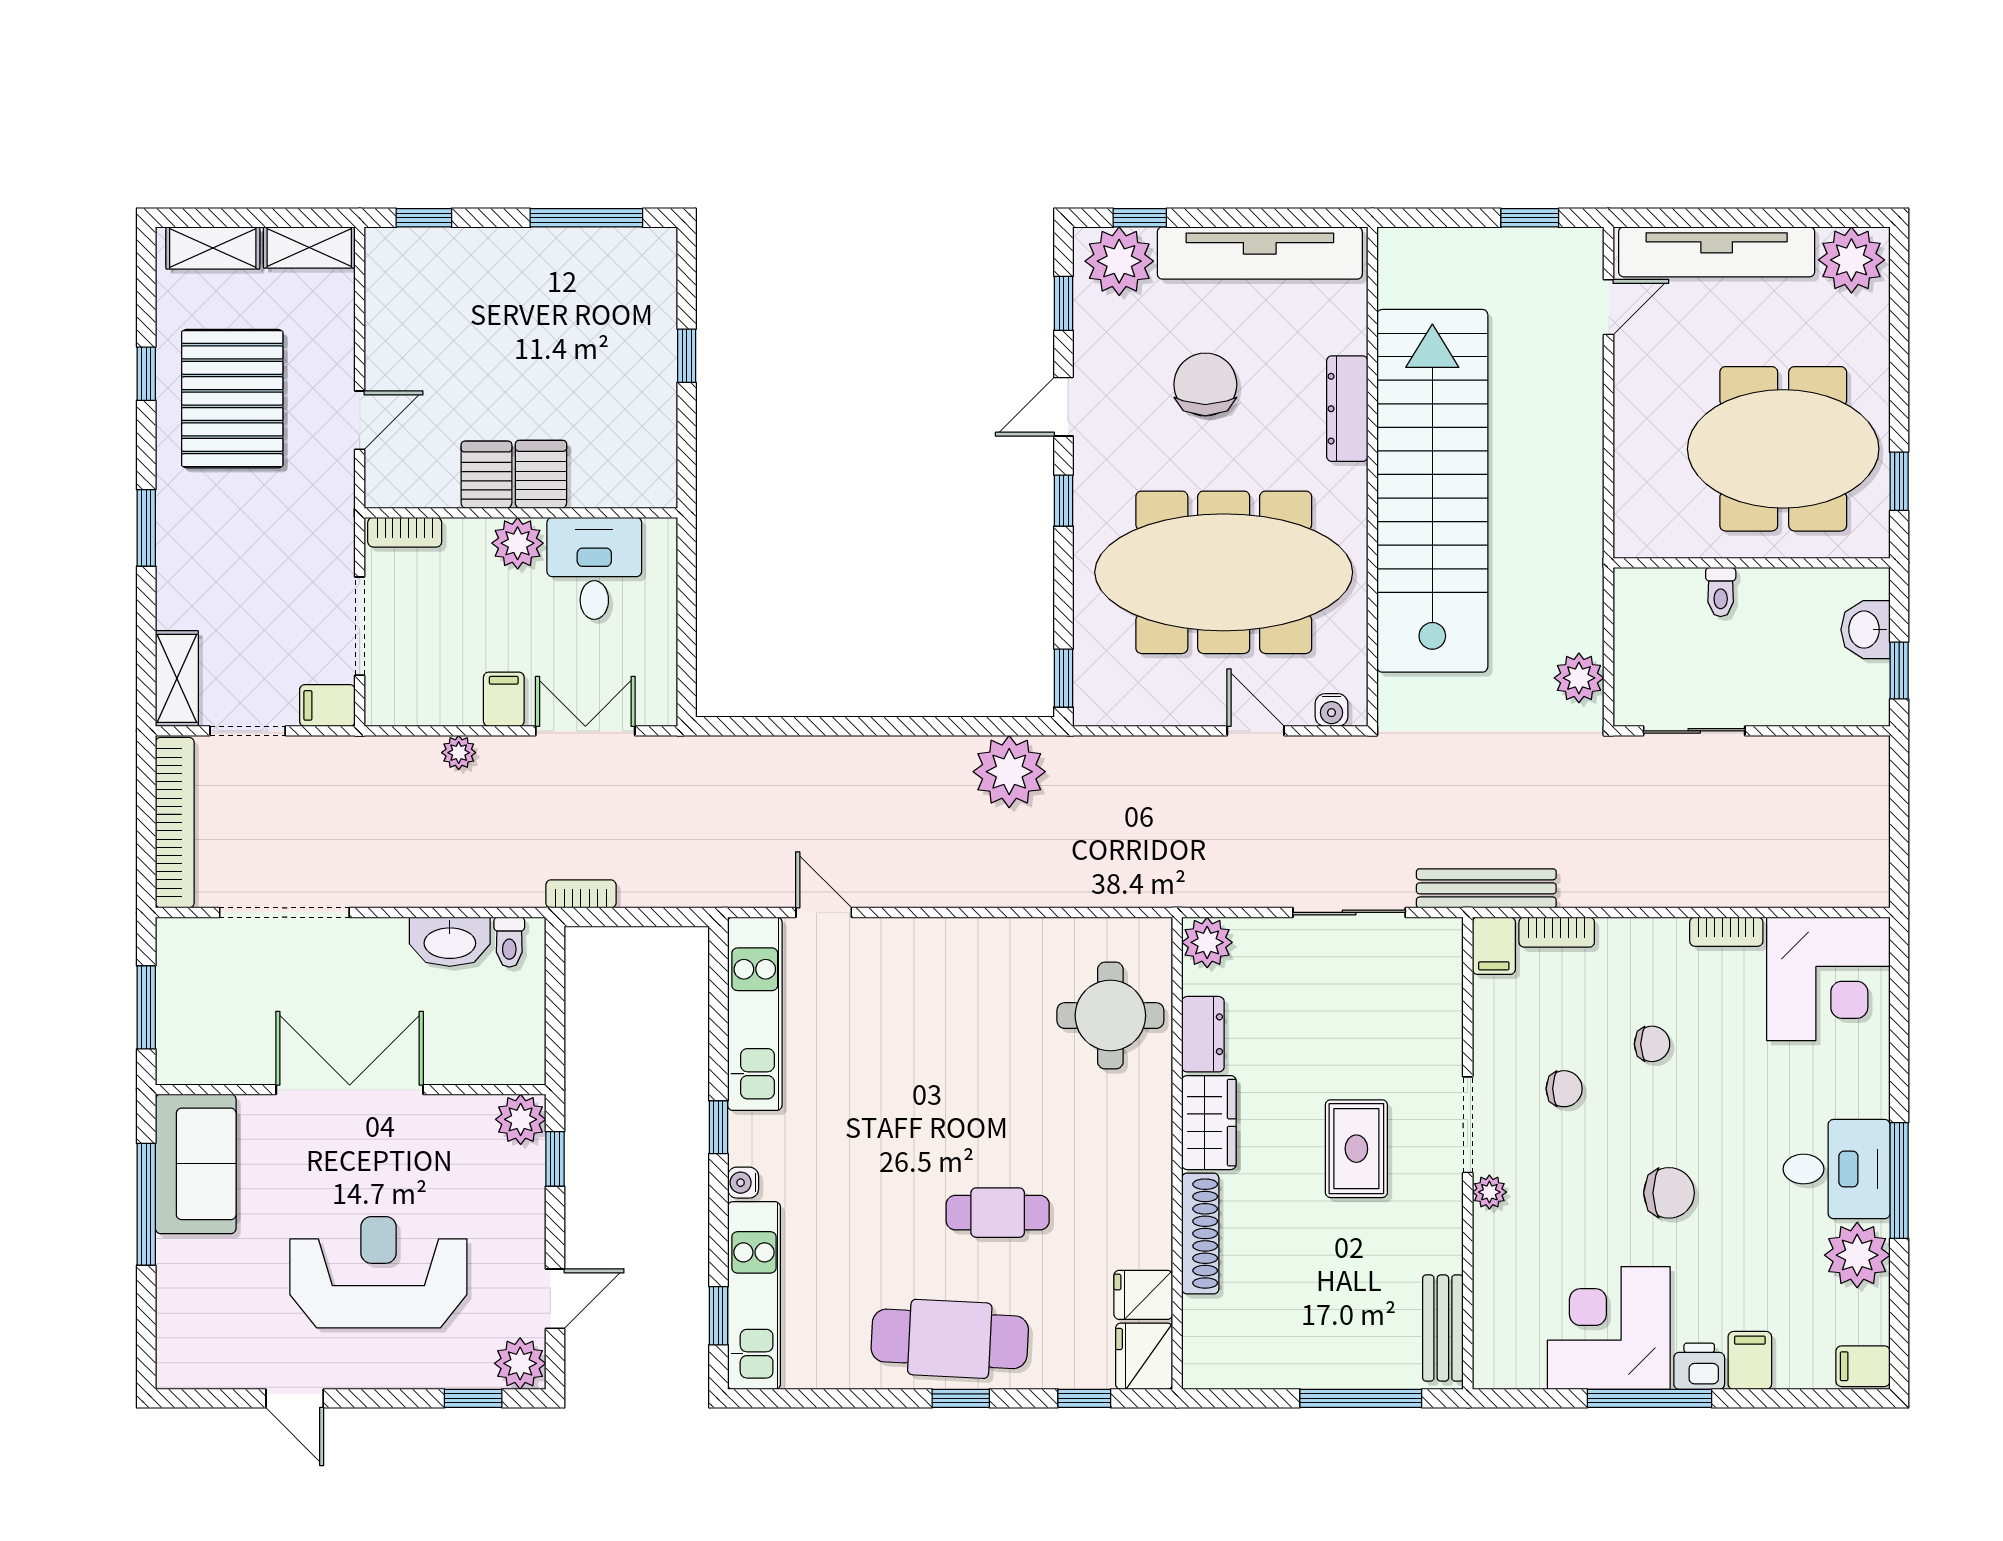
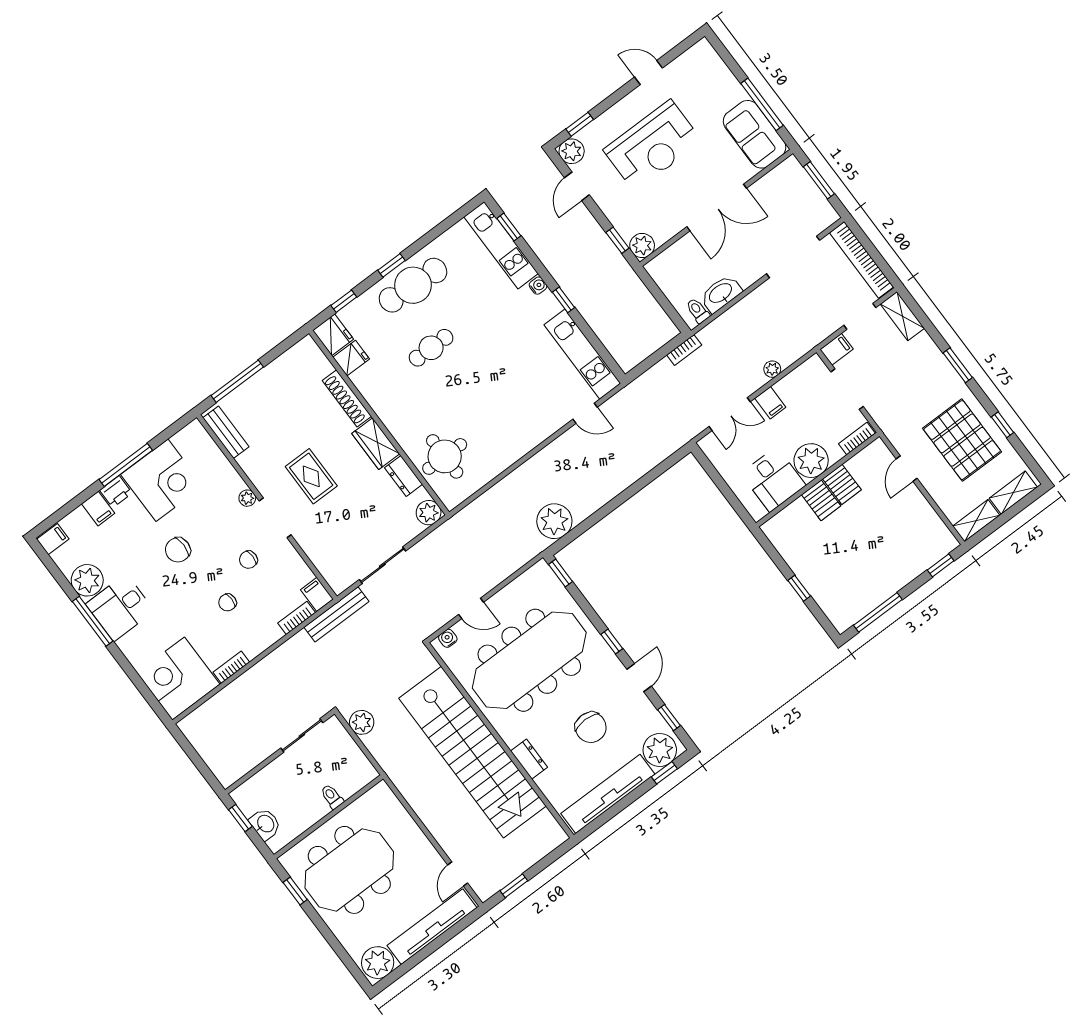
dresser: (1347, 409) -> (529, 759), width x0.70
plant: (518, 543) -> (811, 461), width x1.36, depth x1.36

